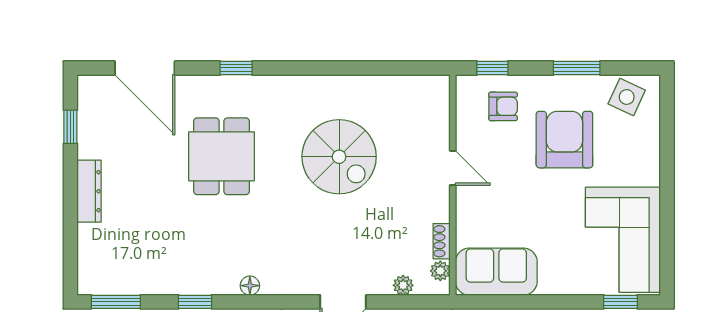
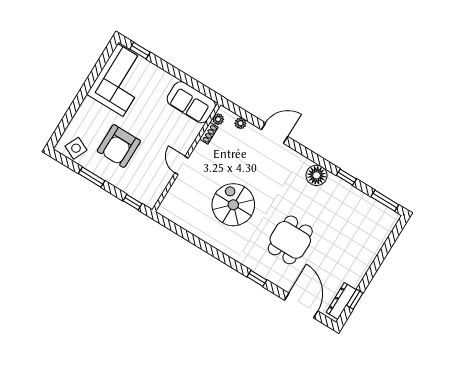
armchair: (503, 106) -> (139, 180), removed
dresser: (89, 191) -> (341, 301), moved
floor lamp: (250, 286) -> (317, 175), width x1.89, depth x1.89

